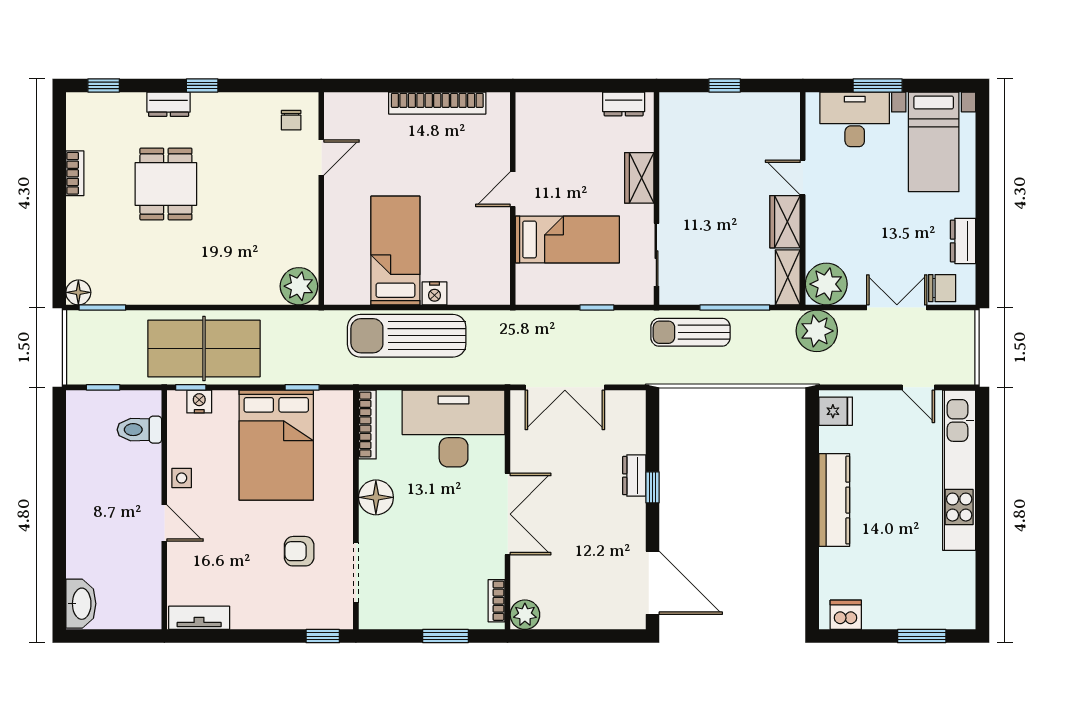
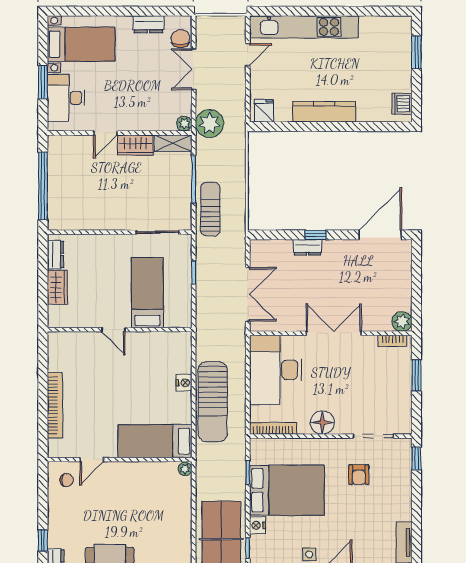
window: (725, 85) -> (43, 186), width x3.17
bookcase: (437, 103) -> (55, 405), moved
door: (321, 157) -> (92, 460), swing flipped
wardrobe: (639, 178) -> (57, 287), moved, turned -90
bed: (395, 251) -> (155, 441), moved
plant: (826, 284) -> (184, 124), width x0.53, depth x0.53
plant: (299, 286) -> (185, 469), width x0.53, depth x0.53
sun lounger: (690, 332) -> (210, 209), turned 180
nightstand: (199, 401) -> (257, 525), moved

